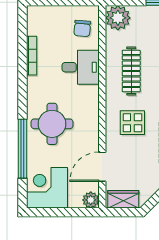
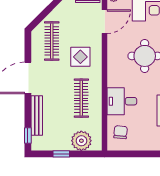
plant: (118, 18) -> (81, 141), moved

